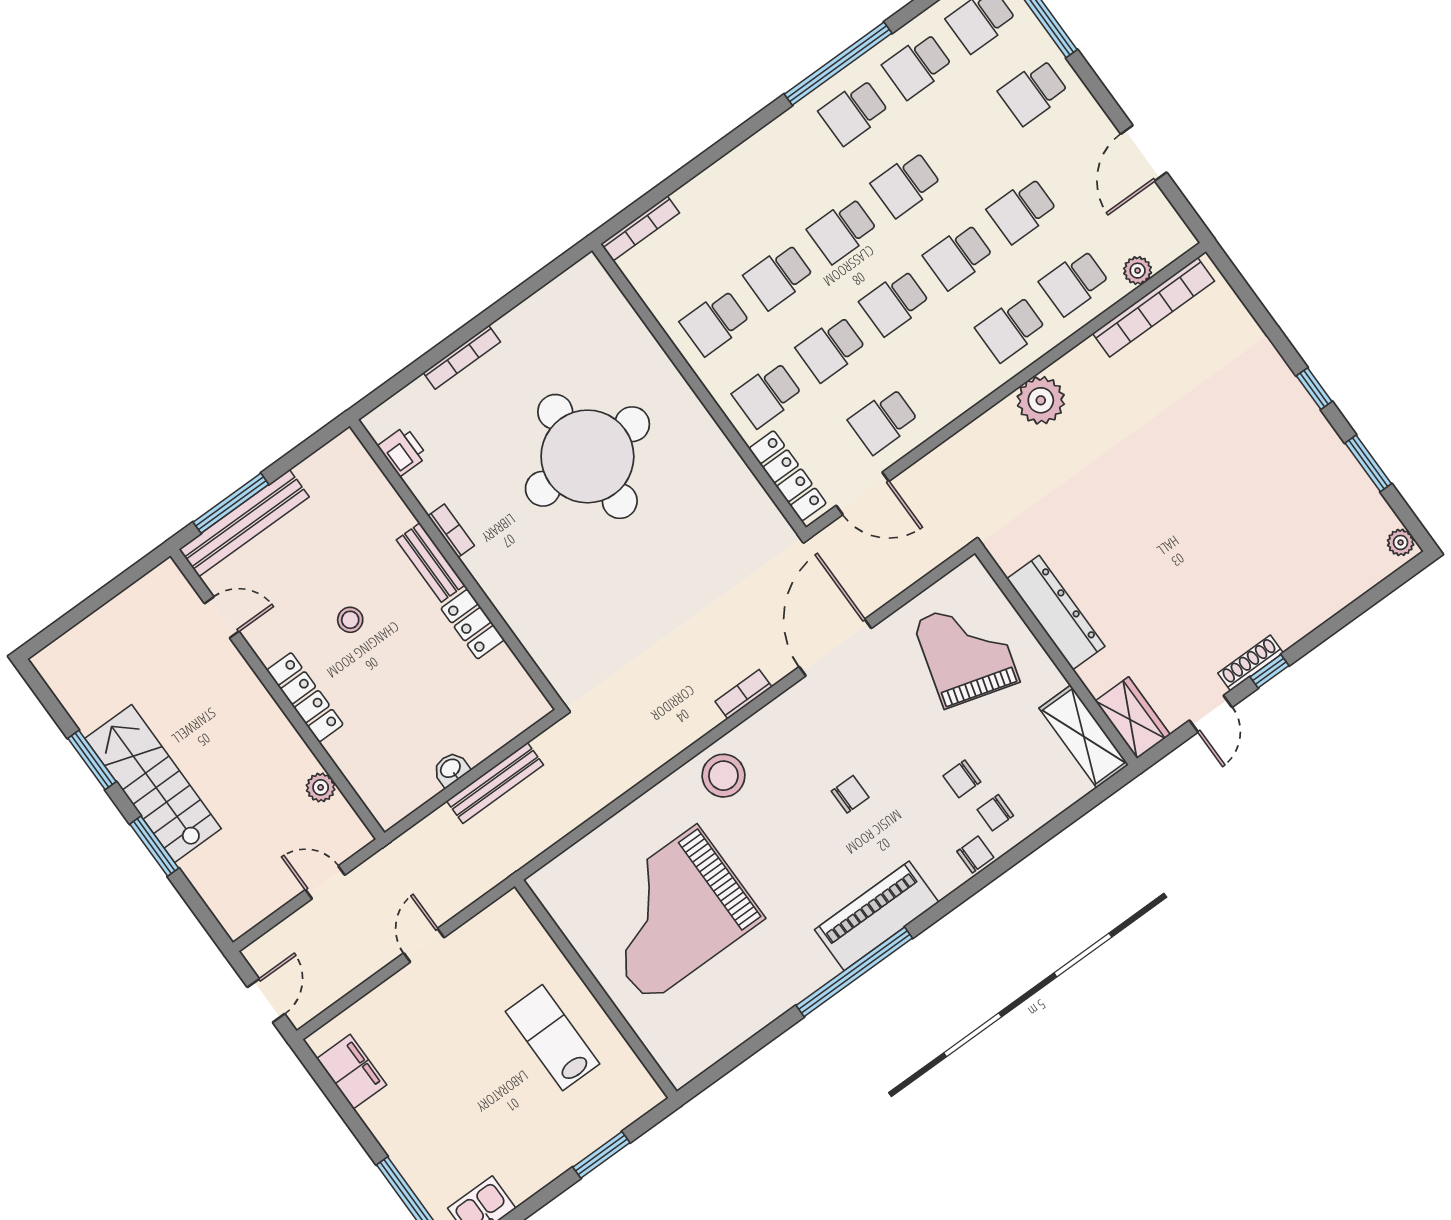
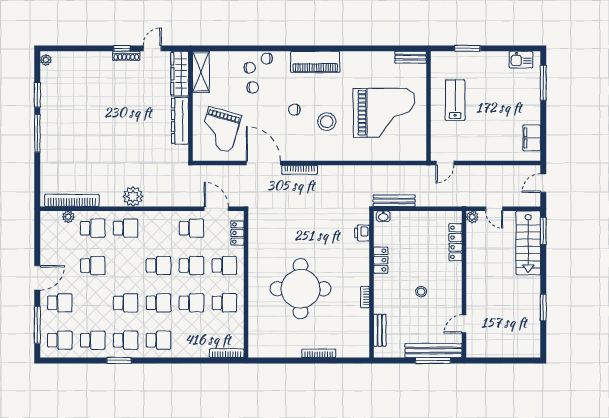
window: (838, 64) -> (119, 360), width x0.47
door: (1144, 153) -> (37, 278), moved
school desk: (958, 256) -> (159, 340), moved
window: (1314, 389) -> (37, 133), width x2.17
printer: (403, 451) -> (362, 233), moved
locker: (788, 476) -> (237, 233), width x0.66
bench: (431, 562) -> (380, 330), moved
door: (222, 617) -> (464, 324), hinge flipped
door: (835, 648) -> (263, 163), swing flipped
bookcase: (743, 694) -> (300, 170), width x1.56
locker: (305, 697) -> (456, 242), moved
wardrobe: (1133, 718) -> (180, 74), width x1.50
washbasin: (451, 769) -> (383, 216), moved
stool: (723, 776) -> (327, 122), moved
bench: (495, 783) -> (394, 201), moved
stairs: (153, 784) -> (528, 243), moved
plant: (321, 787) -> (472, 217), moved
window: (154, 846) -> (543, 231), moved
door: (424, 945) -> (445, 163), moved
window: (854, 972) -> (337, 48), removed
lab bench: (553, 1038) -> (455, 100), turned 180
bench: (699, 1058) -> (411, 57), added

